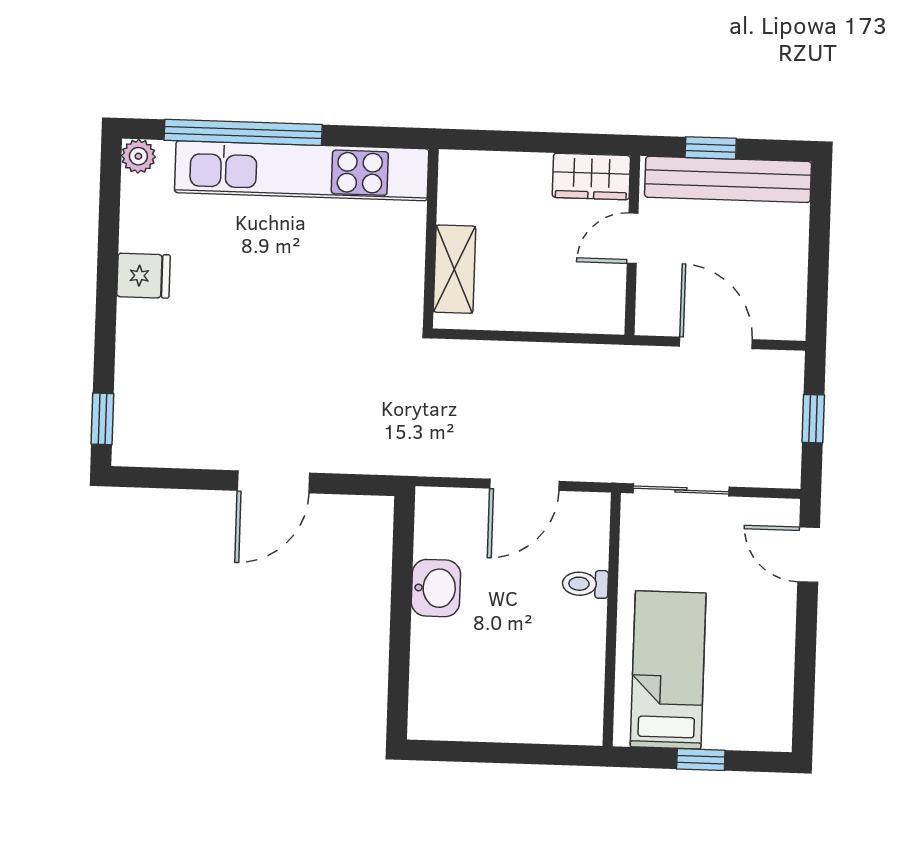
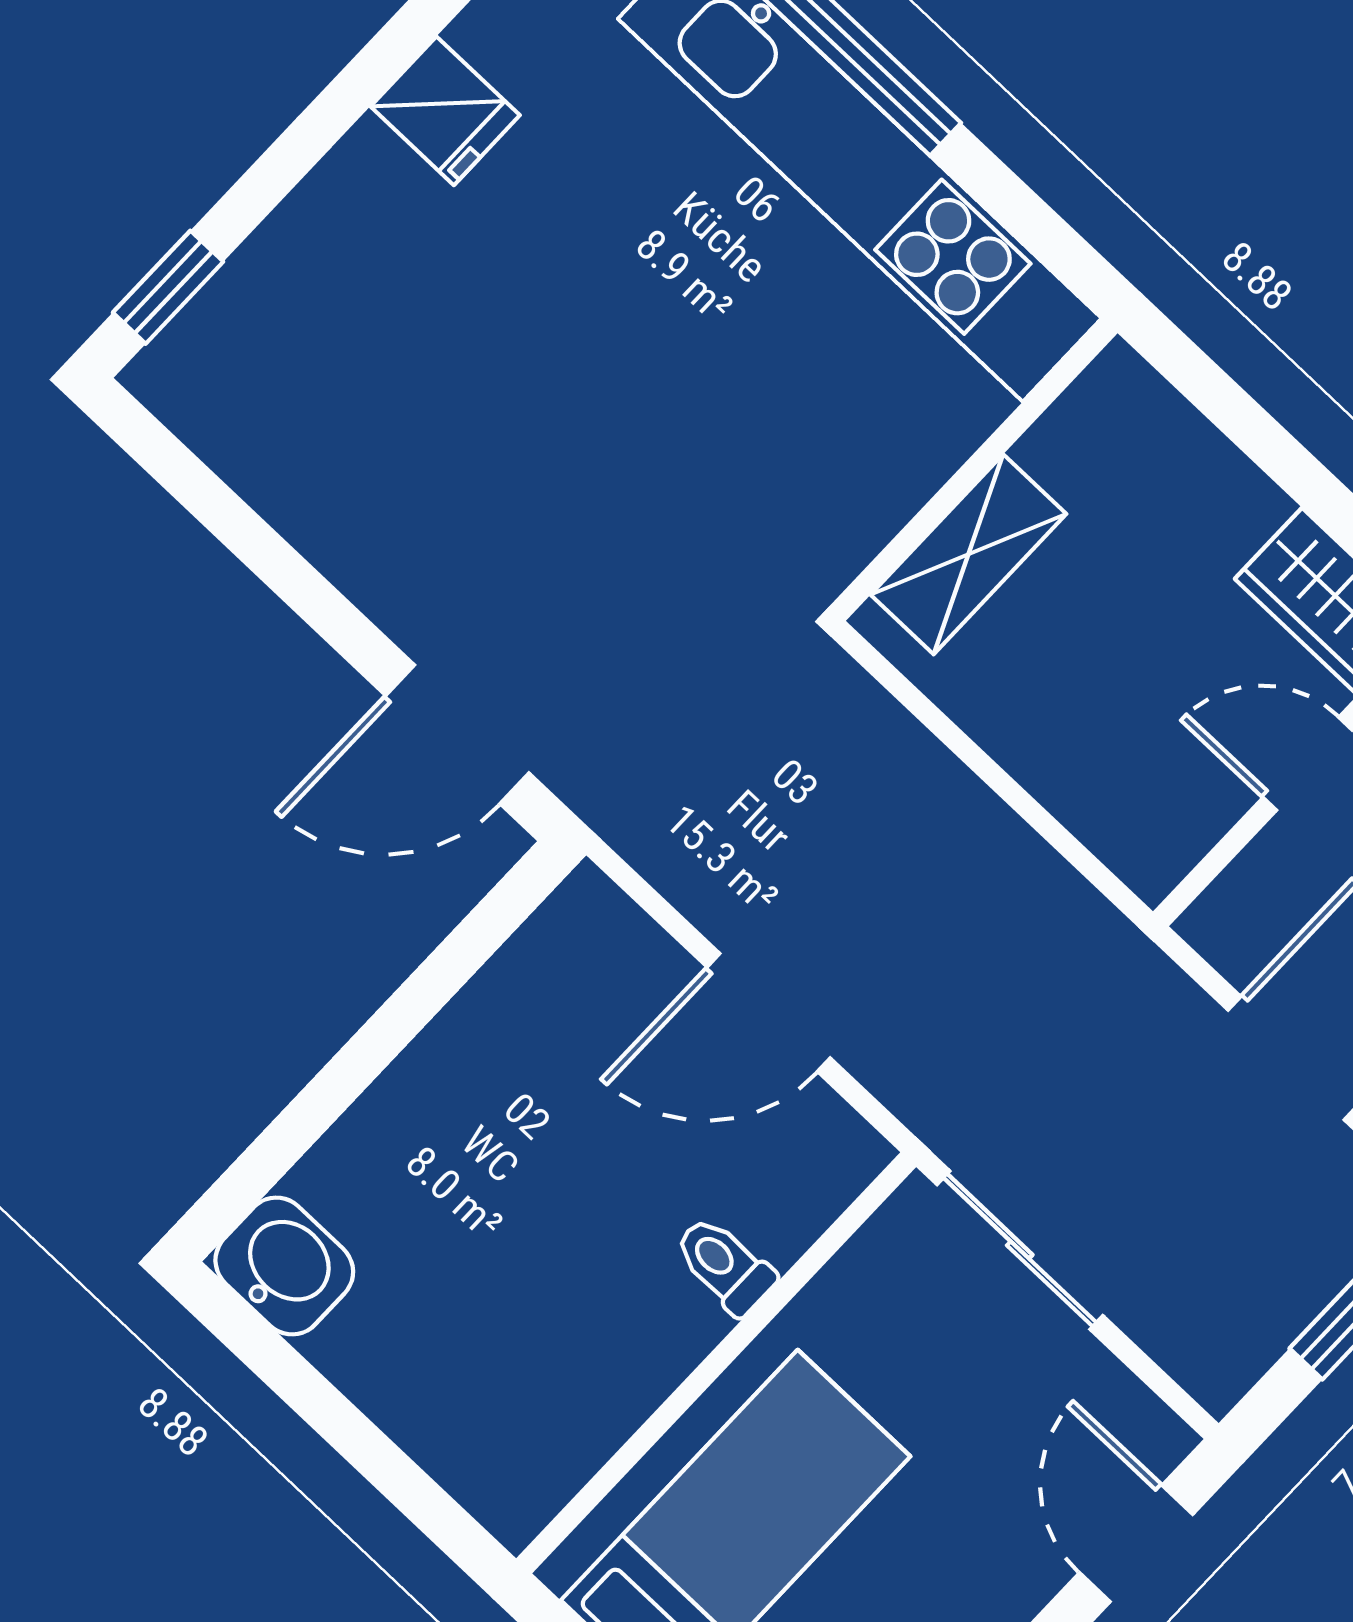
door: (273, 482) -> (457, 734), moved
washbasin: (436, 588) -> (284, 1266), moved, turned -90

